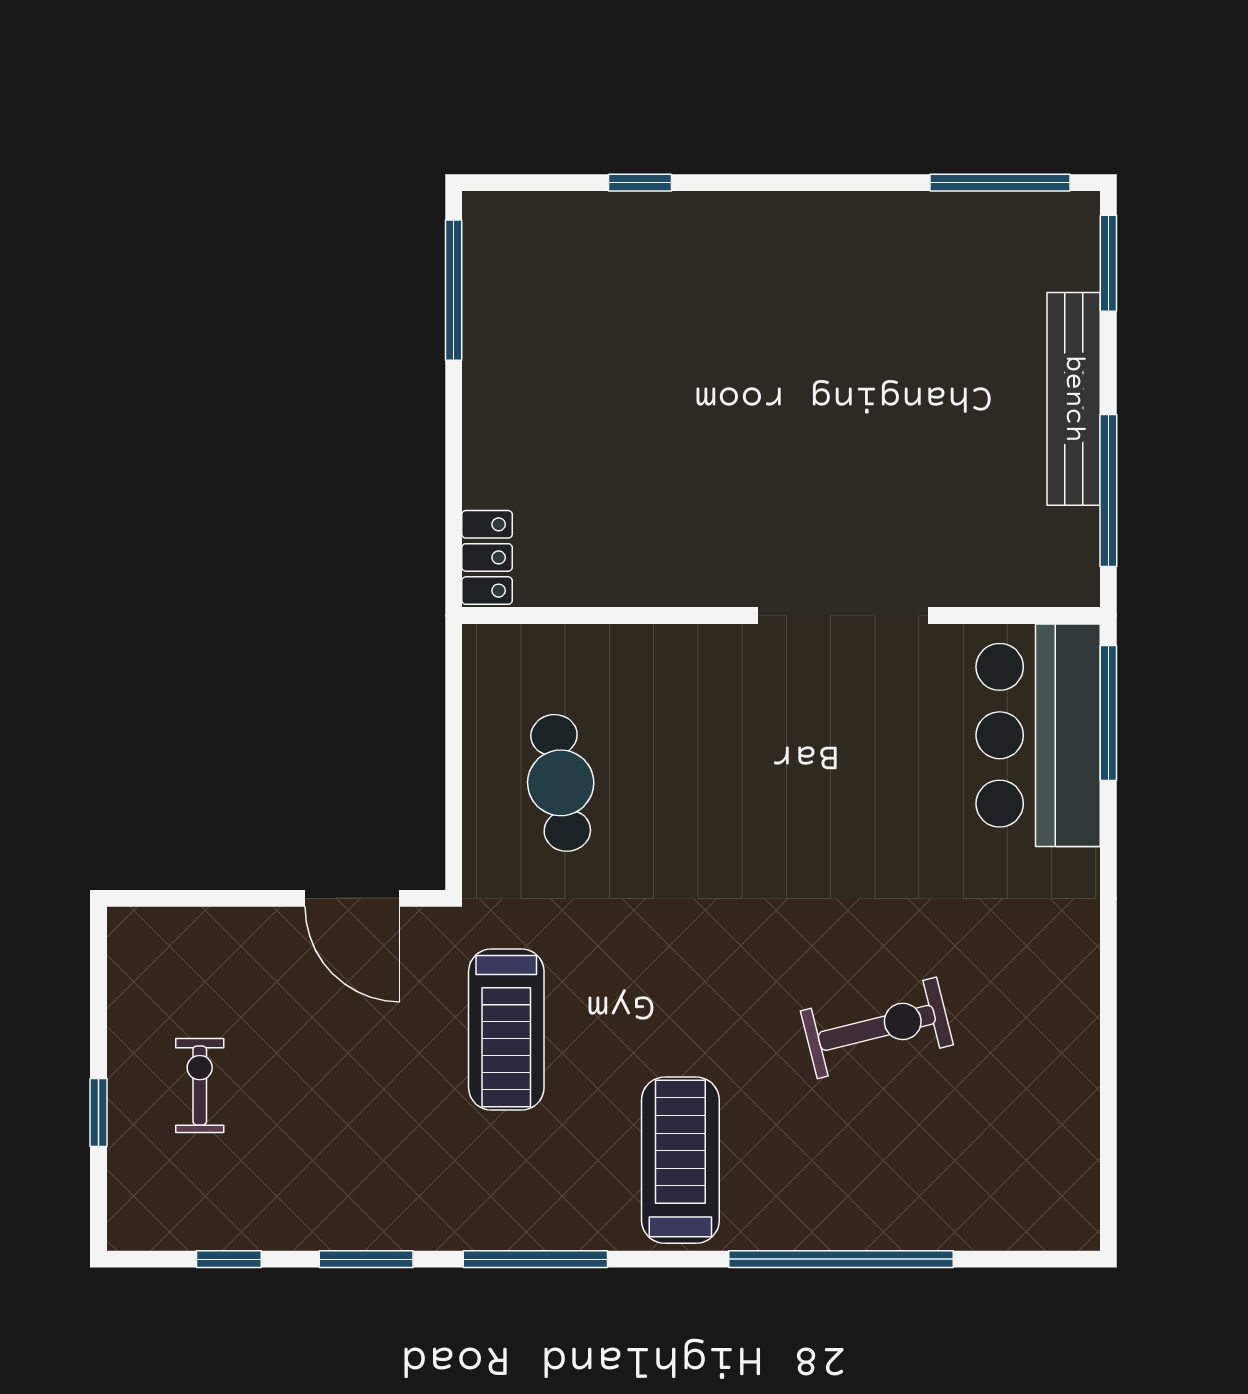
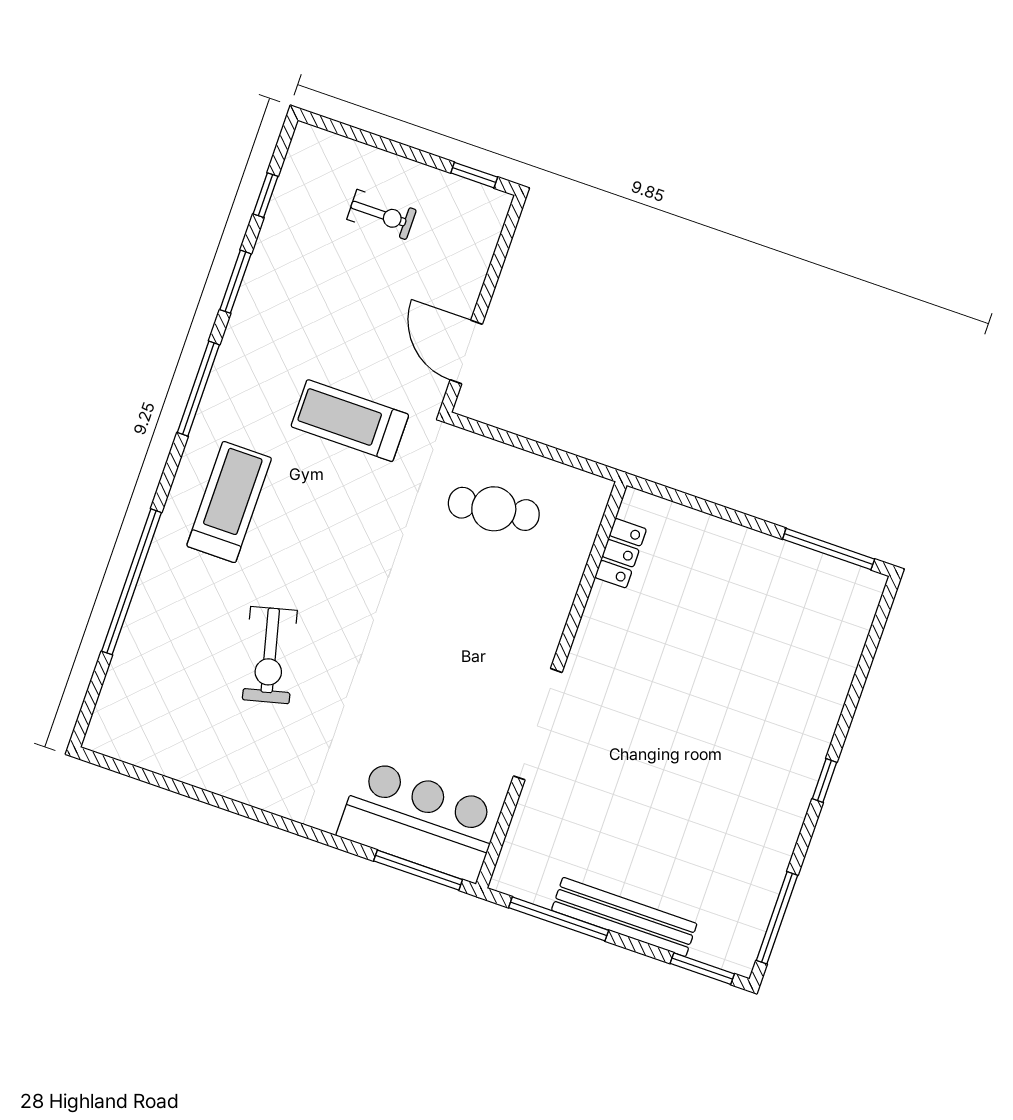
window: (640, 183) -> (824, 780), moved
locker: (487, 557) -> (621, 553), moved, turned -90
door: (352, 898) -> (466, 352), hinge flipped
window: (98, 1113) -> (474, 175), moved
treadmill: (680, 1160) -> (229, 502), turned -90

